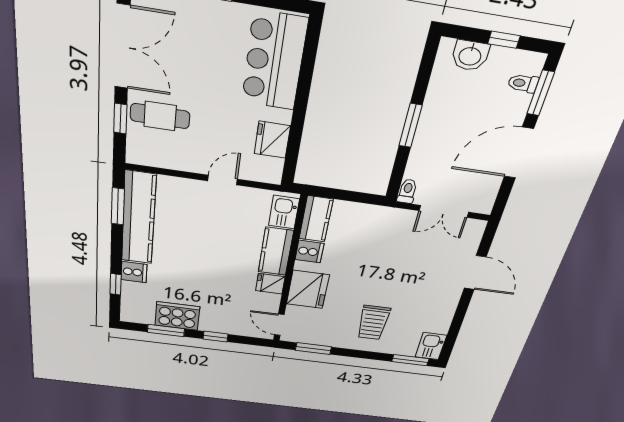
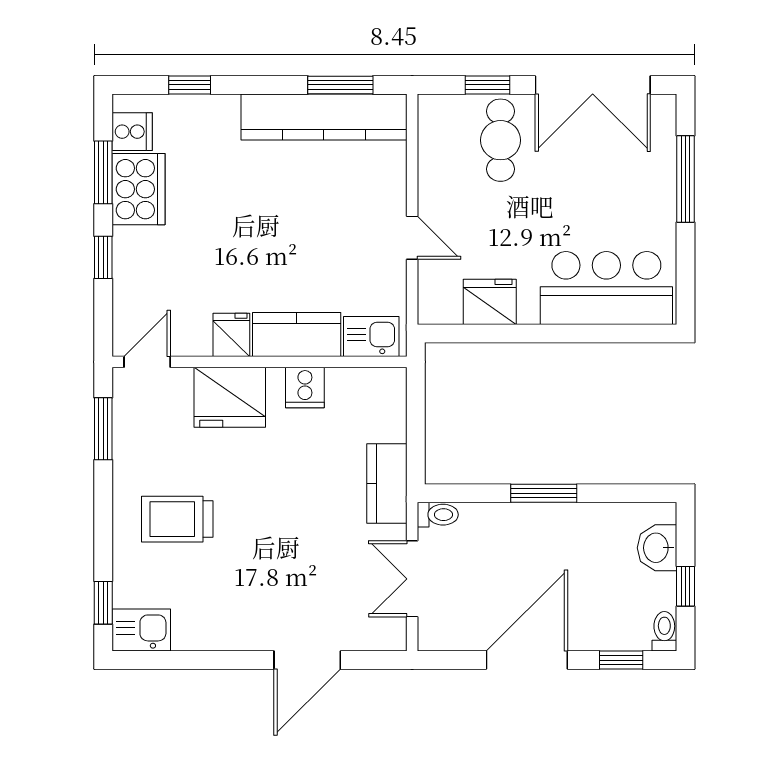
toilet: (523, 83) -> (664, 631), moved
window: (541, 93) -> (621, 660), width x0.67
door: (519, 153) -> (527, 660), hinge flipped
kitchen counter: (316, 219) -> (387, 484), moved, turned 90
cooker: (134, 272) -> (132, 132), moved, turned -90
window: (410, 360) -> (103, 603), width x0.67

